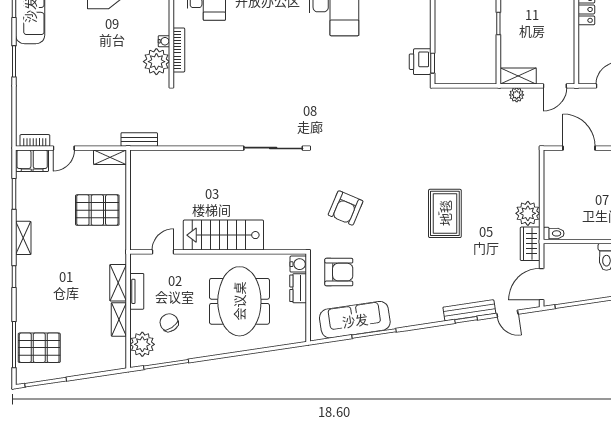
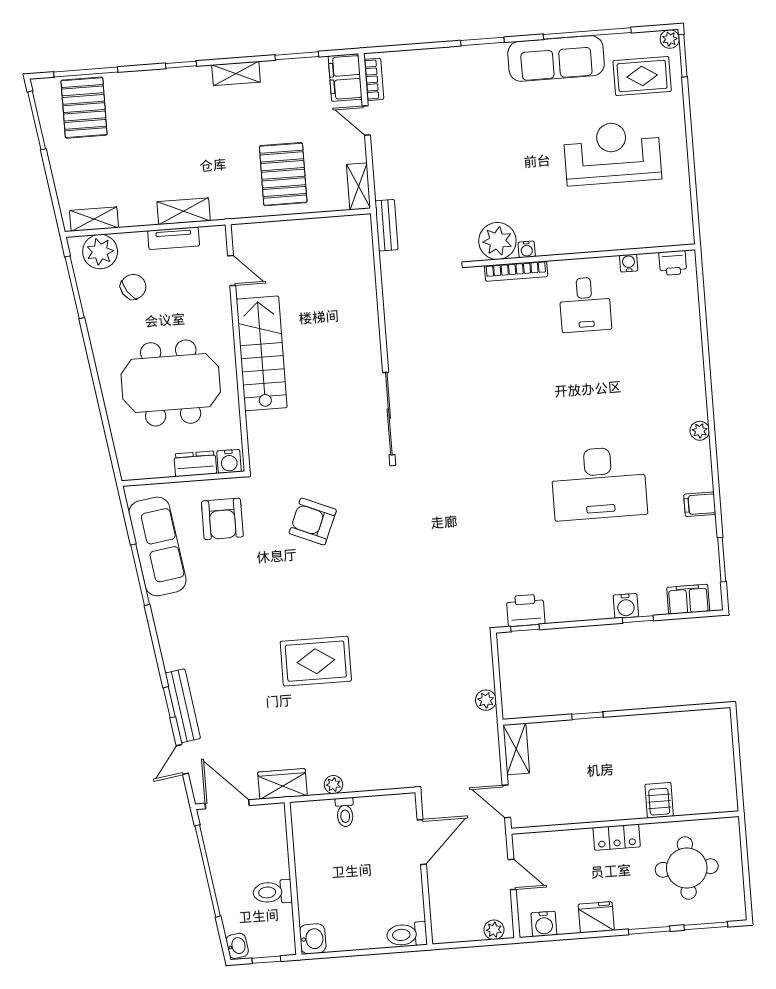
plant: (517, 95) -> (486, 700), moved
plant: (528, 213) -> (333, 785), width x0.53, depth x0.53
toilet: (554, 233) -> (345, 812), moved
shelving: (119, 319) -> (94, 219), moved

